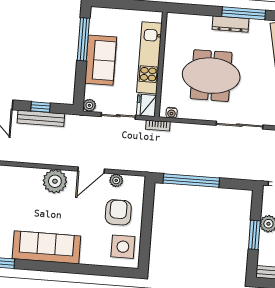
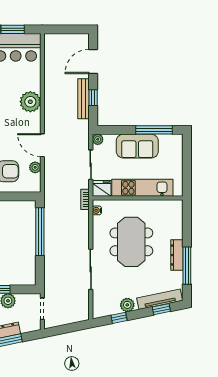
plant: (55, 181) -> (30, 102), moved

